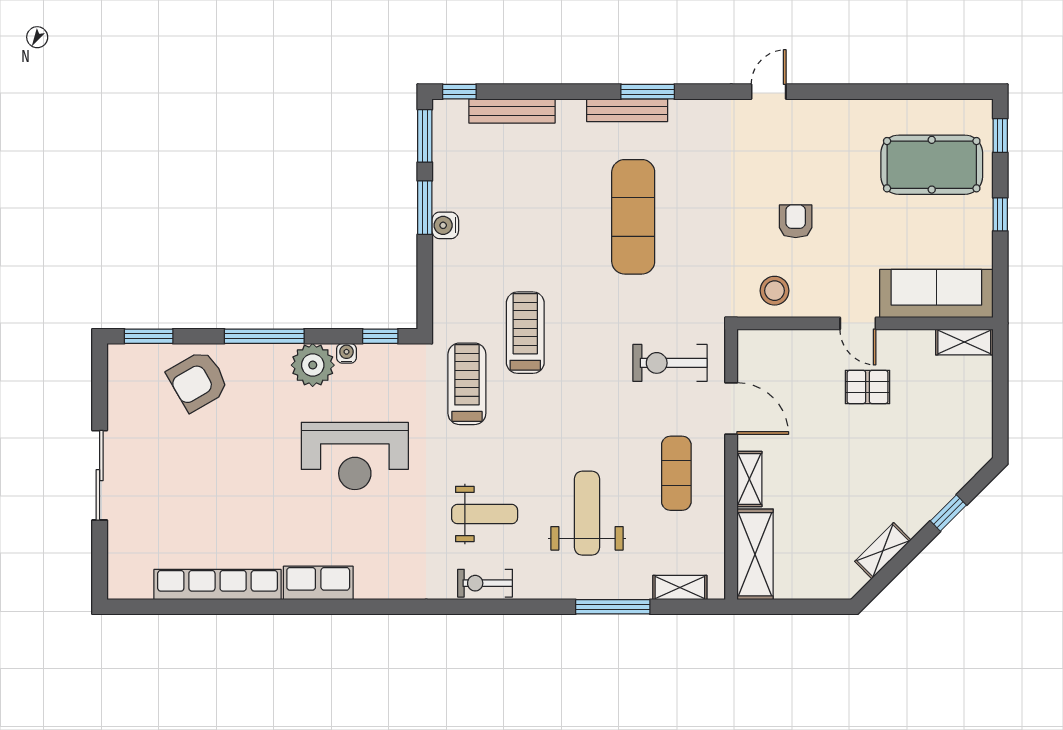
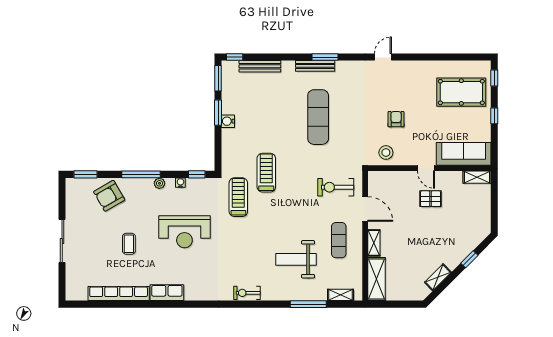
plant: (313, 365) -> (159, 183), width x0.53, depth x0.53
coffee table: (239, 481) -> (129, 244), added
weight bench: (587, 513) -> (296, 259), turned -90
weight bench: (485, 514) -> (247, 260), removed

